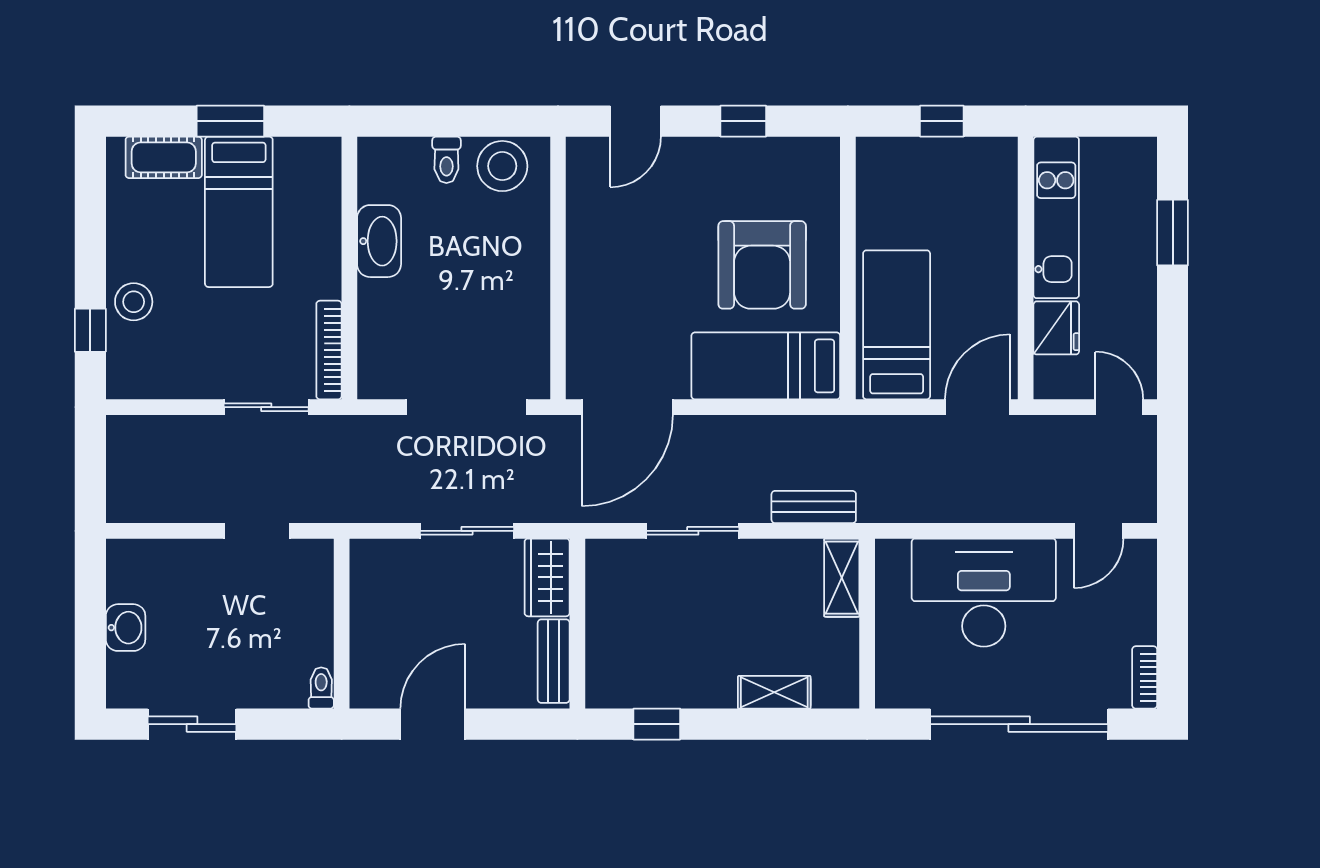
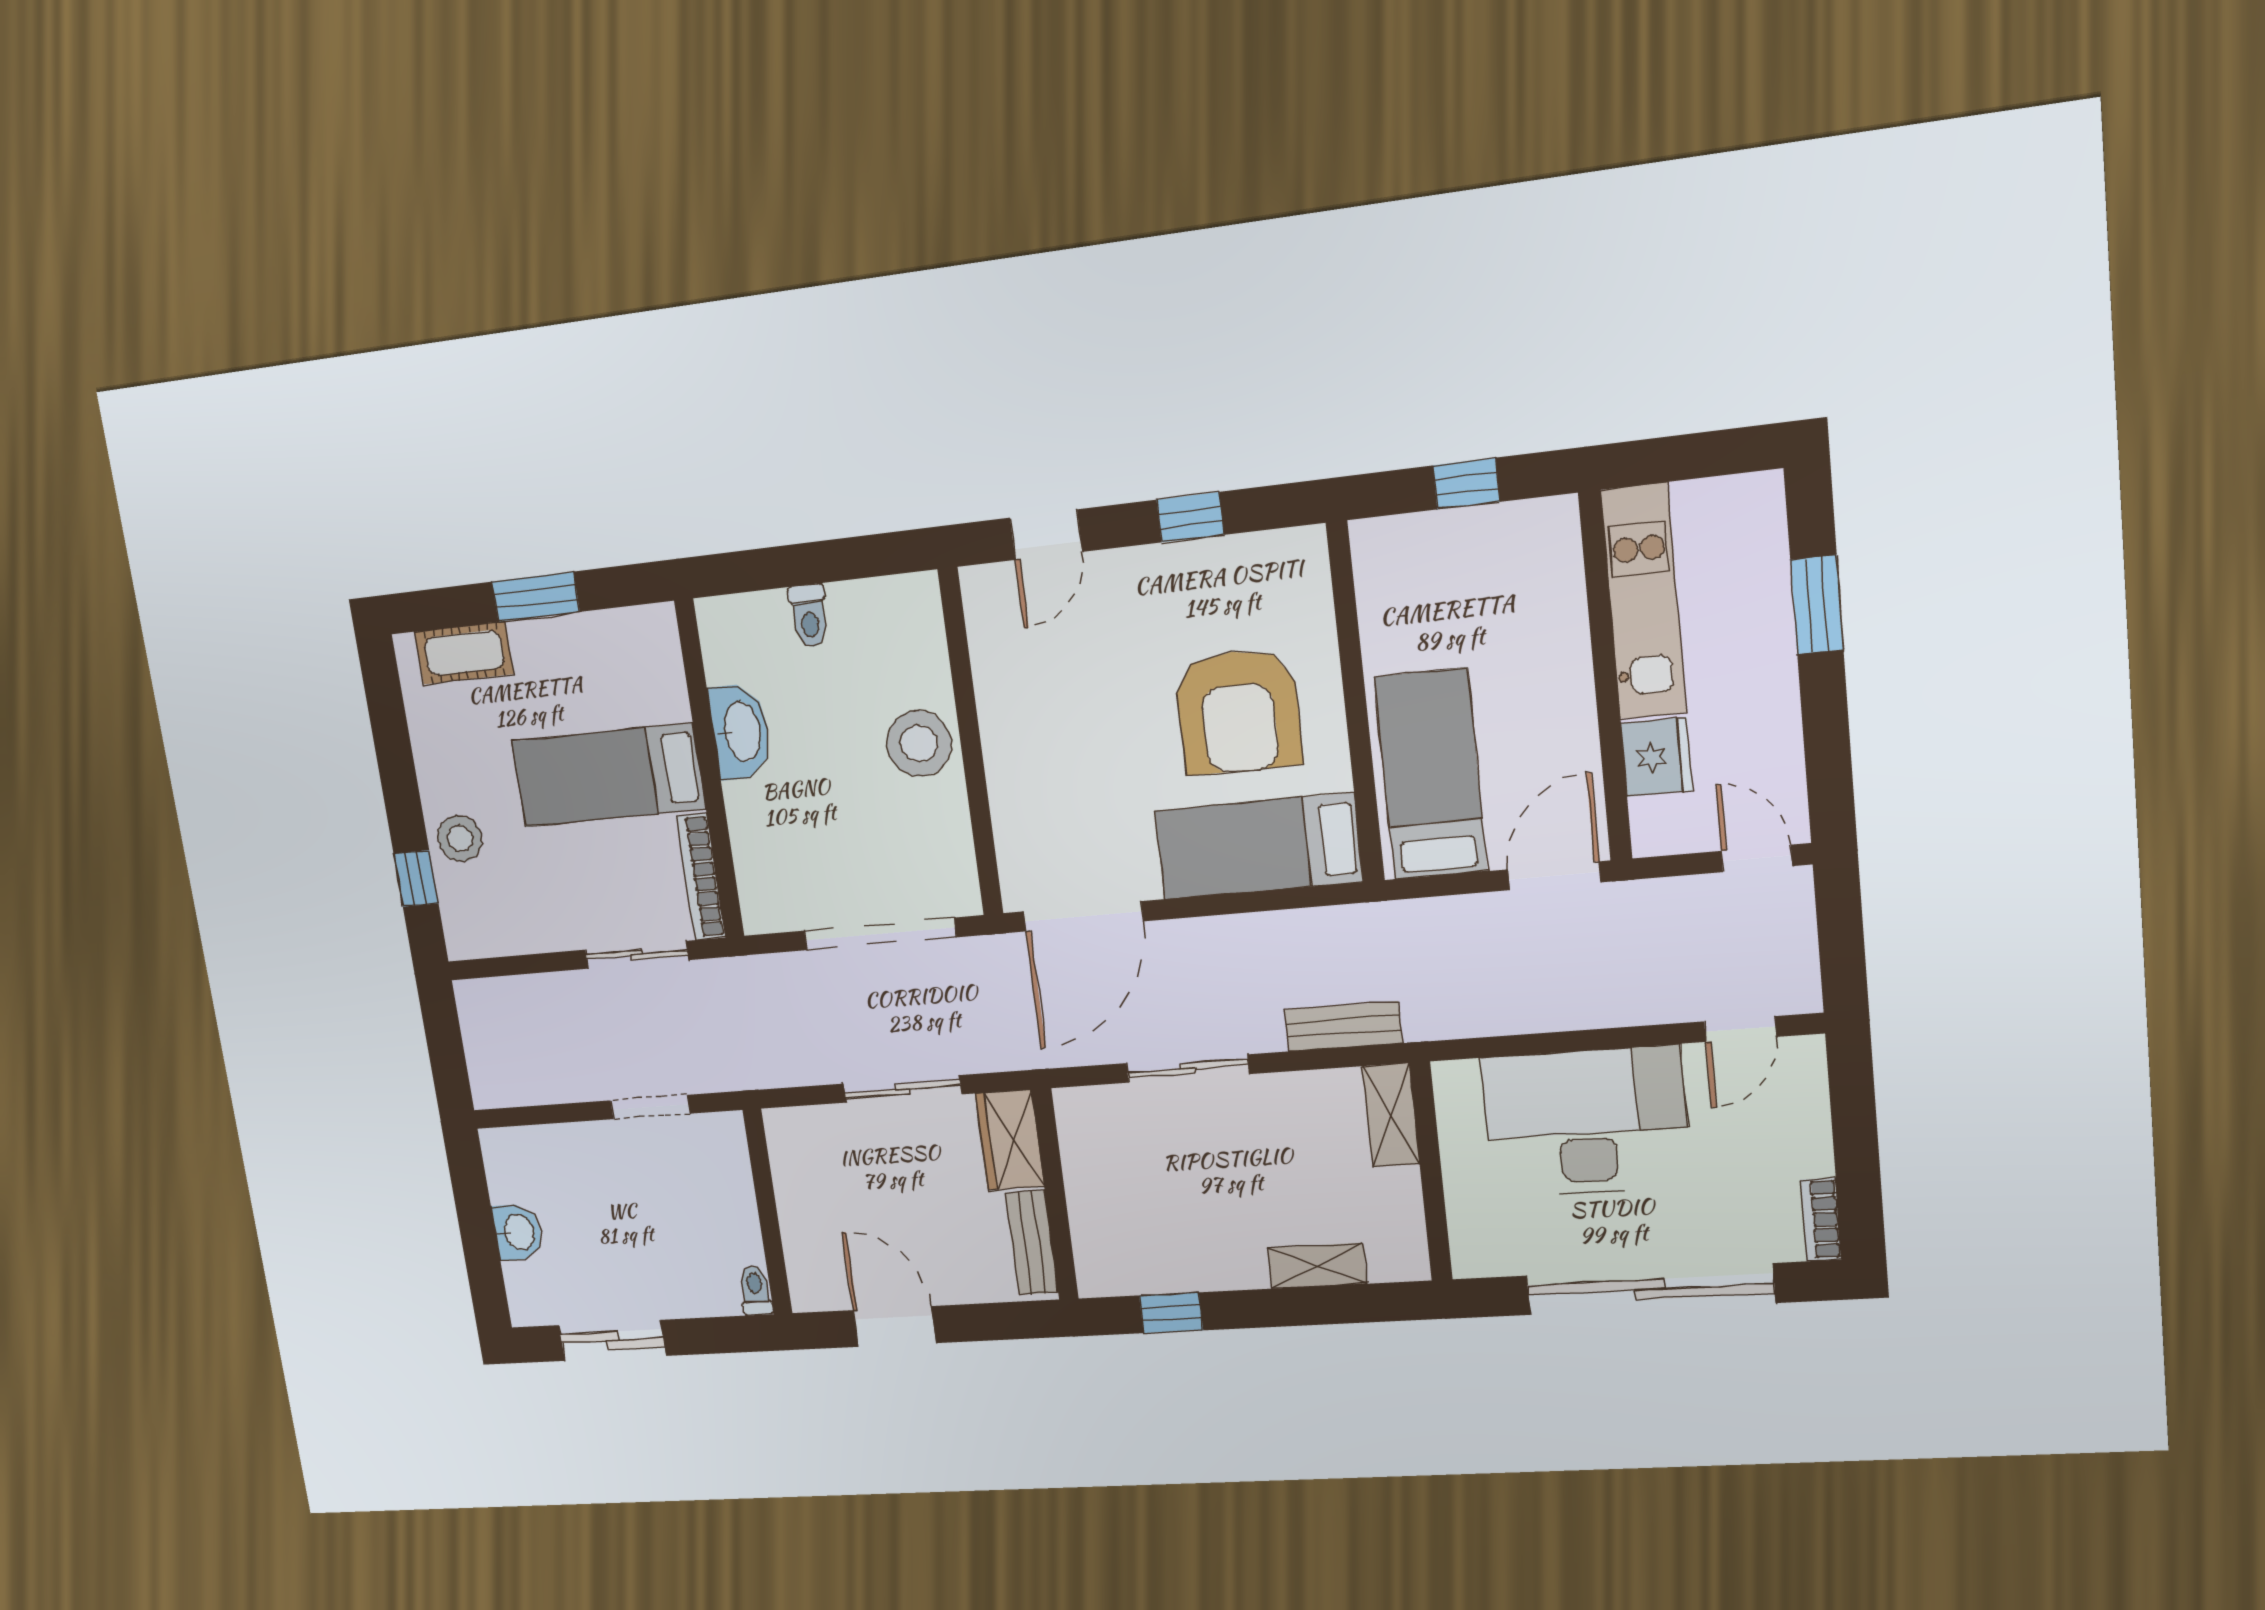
stool: (502, 166) -> (919, 744), moved
bed: (239, 212) -> (608, 775), moved, turned 90
door: (433, 724) -> (895, 1327), hinge flipped

